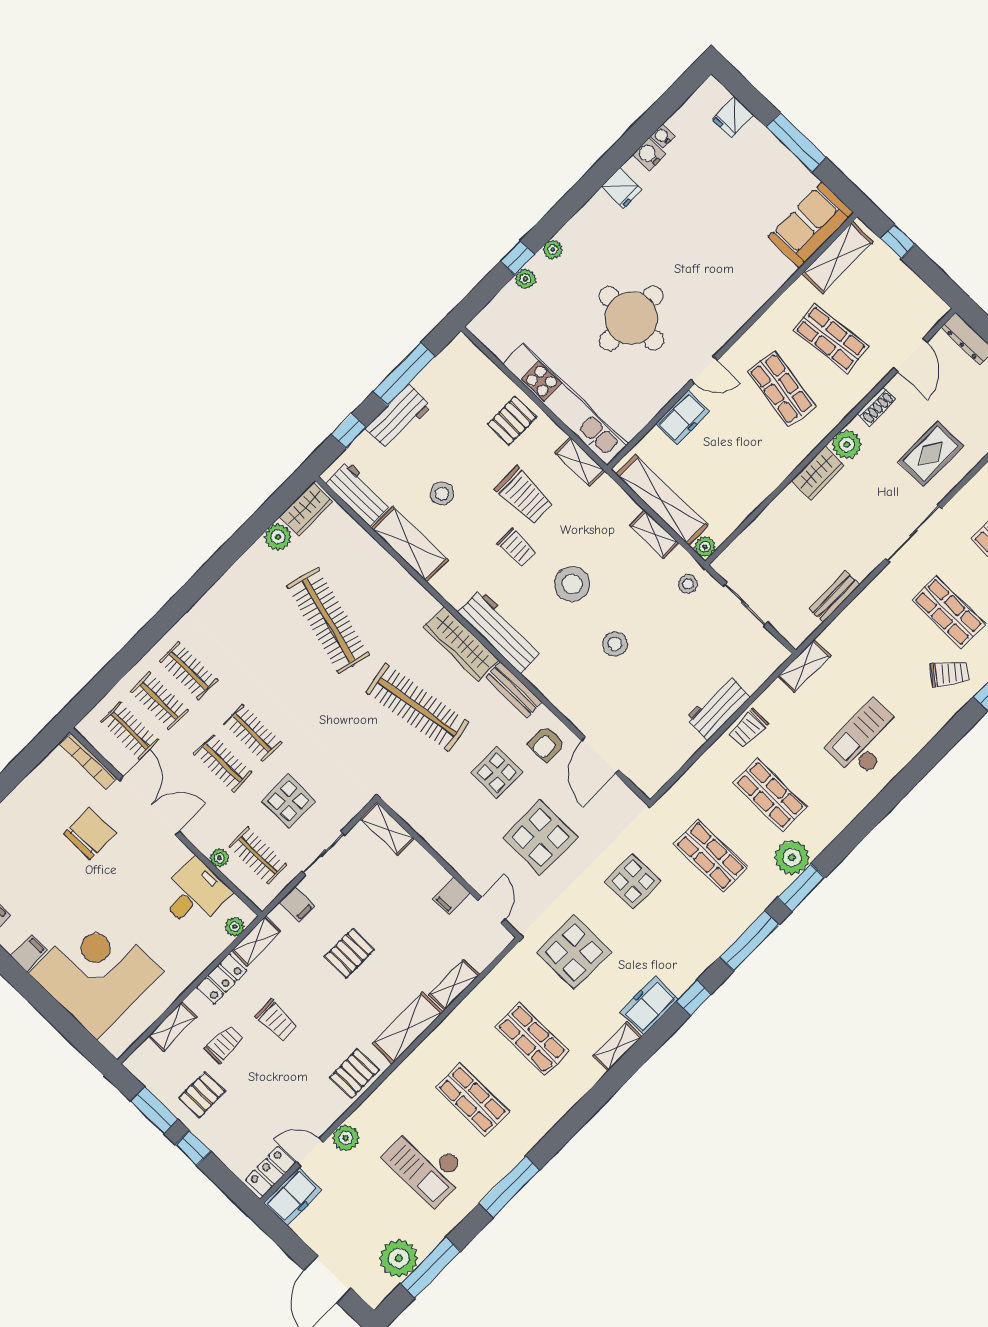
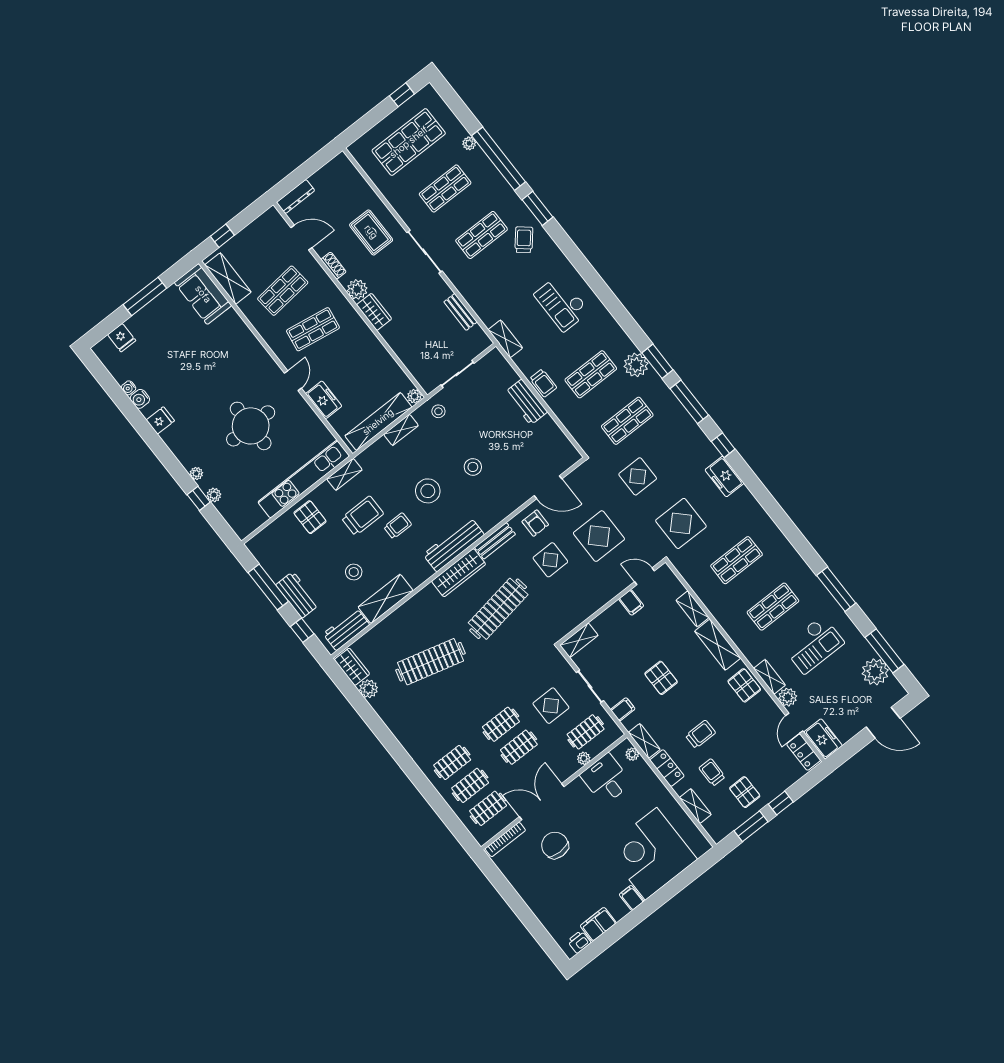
shelving: (617, 1046) -> (769, 677), moved

